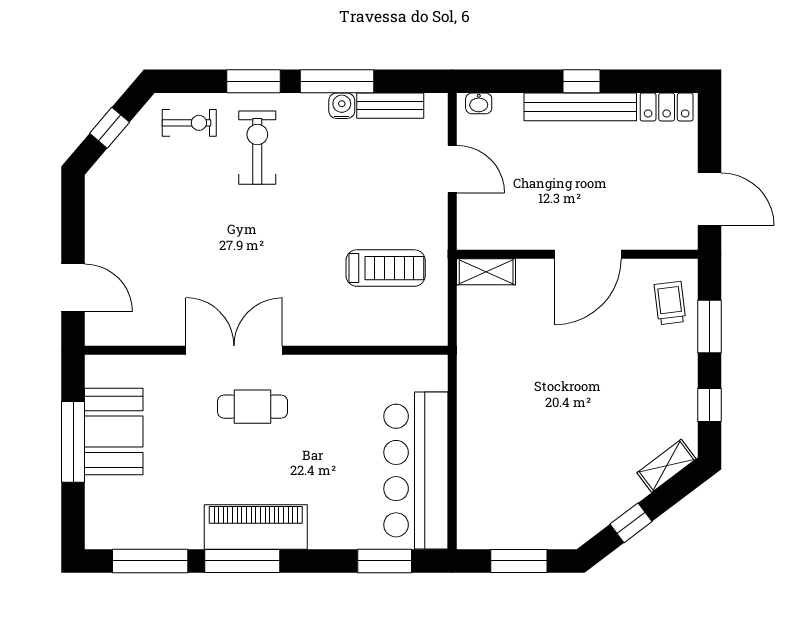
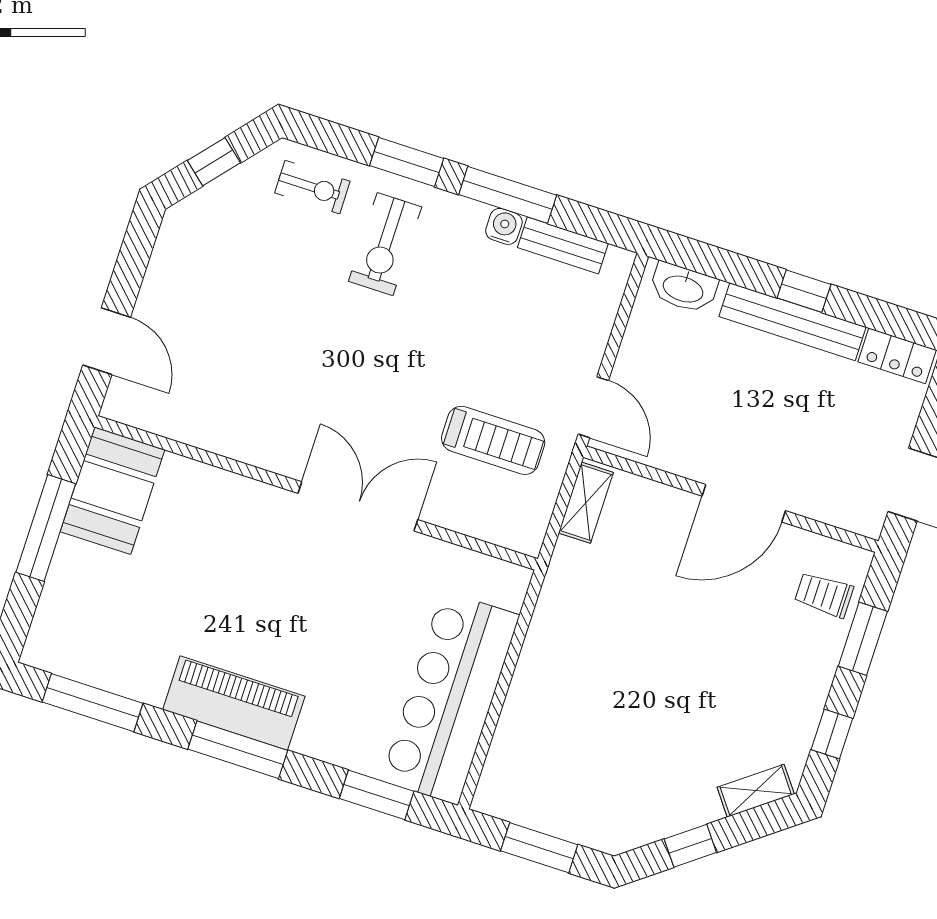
washbasin: (479, 103) -> (683, 288), width x1.91, depth x1.45
exercise bike: (257, 148) -> (385, 244), turned 180
door: (452, 169) -> (593, 407), moved
shelving: (486, 272) -> (586, 503), moved, turned 90
trolley: (670, 303) -> (824, 595), turned -83
double door: (234, 350) -> (358, 506), moved
cafe table: (253, 407) -> (277, 556), removed
booth: (114, 432) -> (113, 491), moved
window: (242, 561) -> (238, 750), moved

